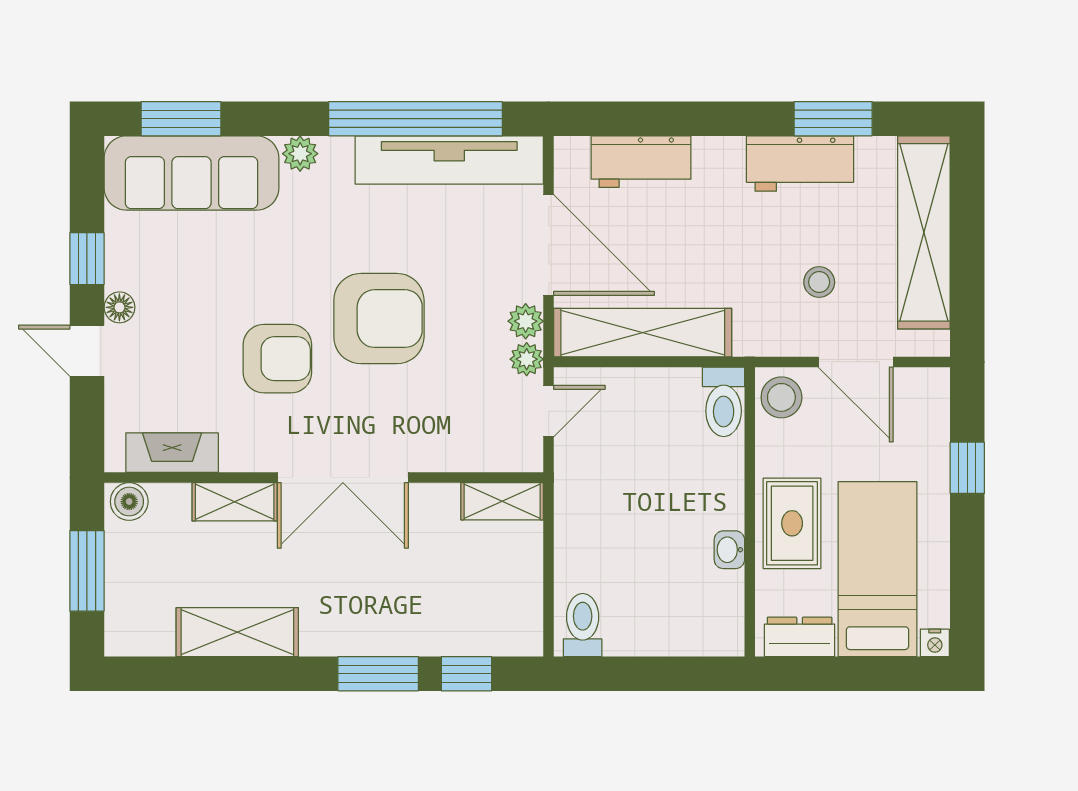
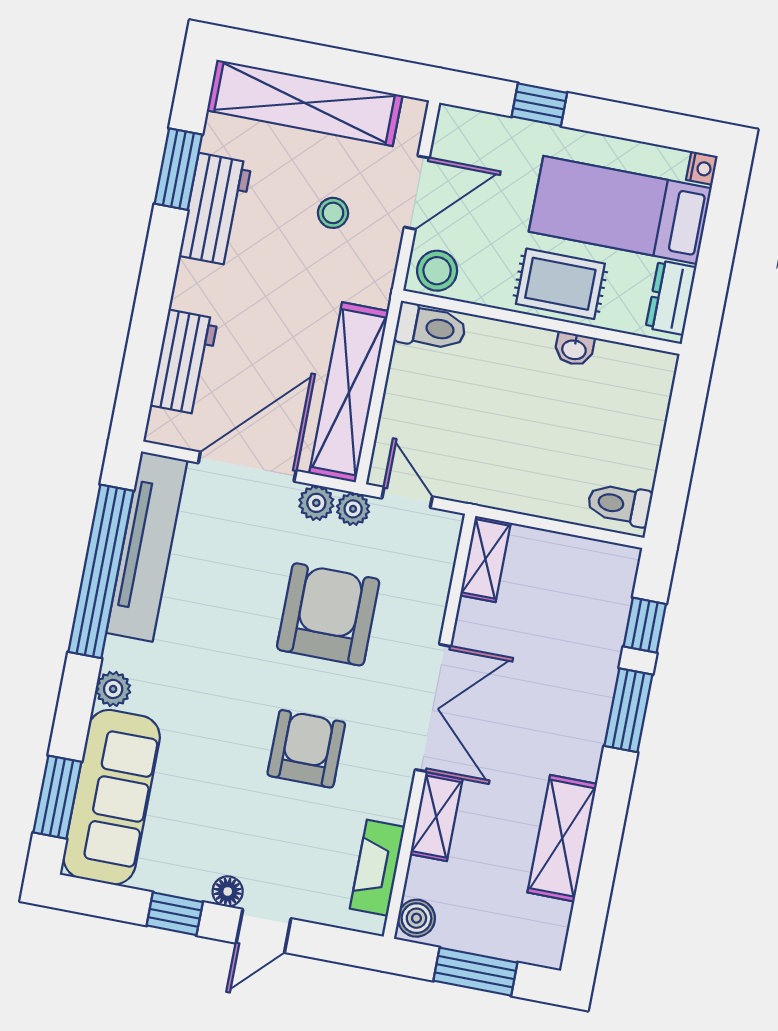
armchair: (379, 319) -> (328, 614), moved

